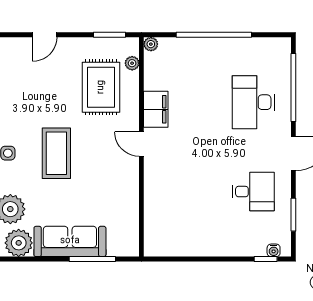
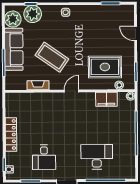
filing cabinet: (156, 109) -> (106, 99), moved
coffee table: (56, 153) -> (52, 57), moved, turned 35
fireplace: (131, 201) -> (38, 85), added
locker: (214, 247) -> (11, 134), added

